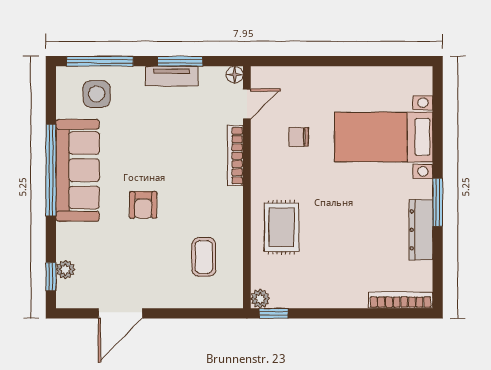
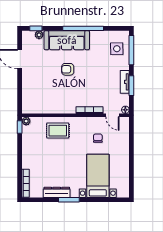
sofa: (78, 170) -> (67, 40), moved
coffee table: (204, 257) -> (45, 96), removed

